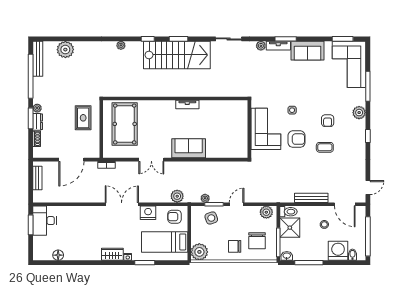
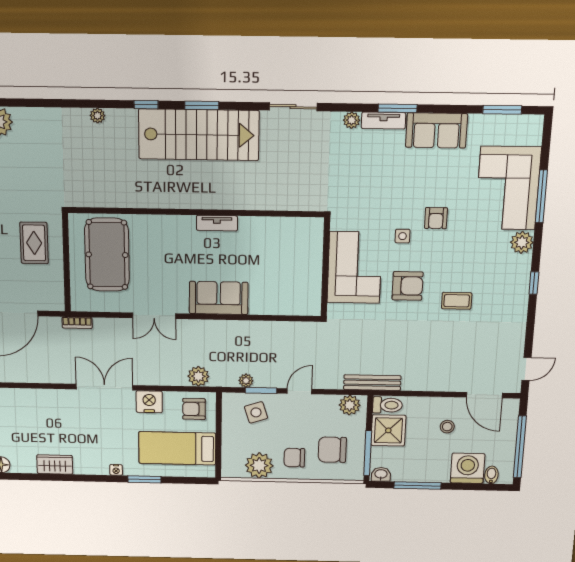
corner sofa: (349, 64) -> (508, 188), moved
armchair: (328, 121) -> (436, 218), moved
bench: (311, 198) -> (372, 383), moved
chair: (257, 241) -> (332, 450), turned 90
plant: (199, 252) -> (259, 465), moved
wardrobe: (112, 254) -> (55, 464), moved

